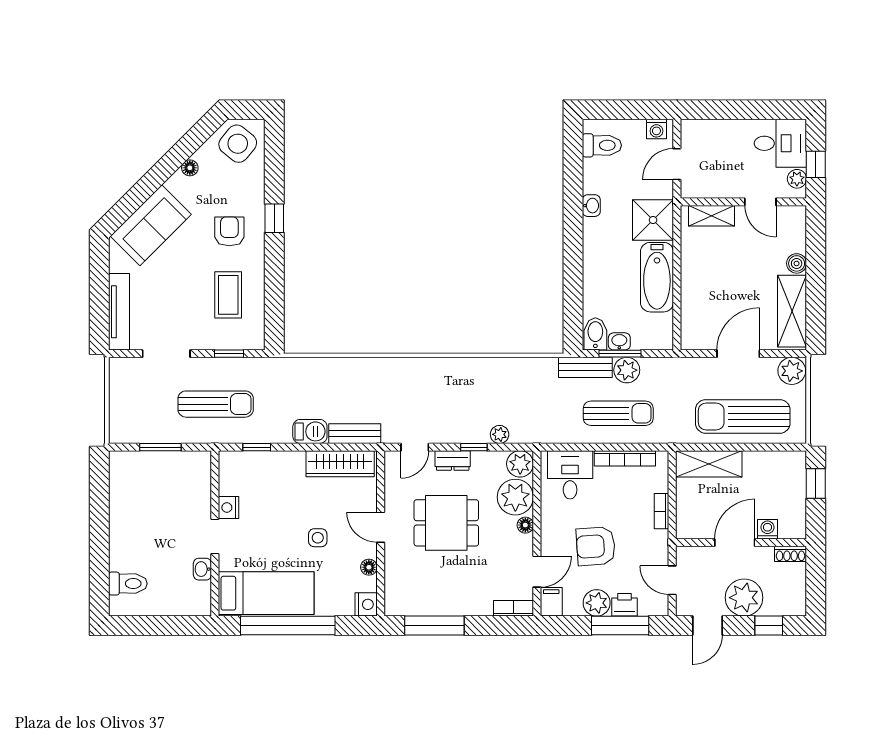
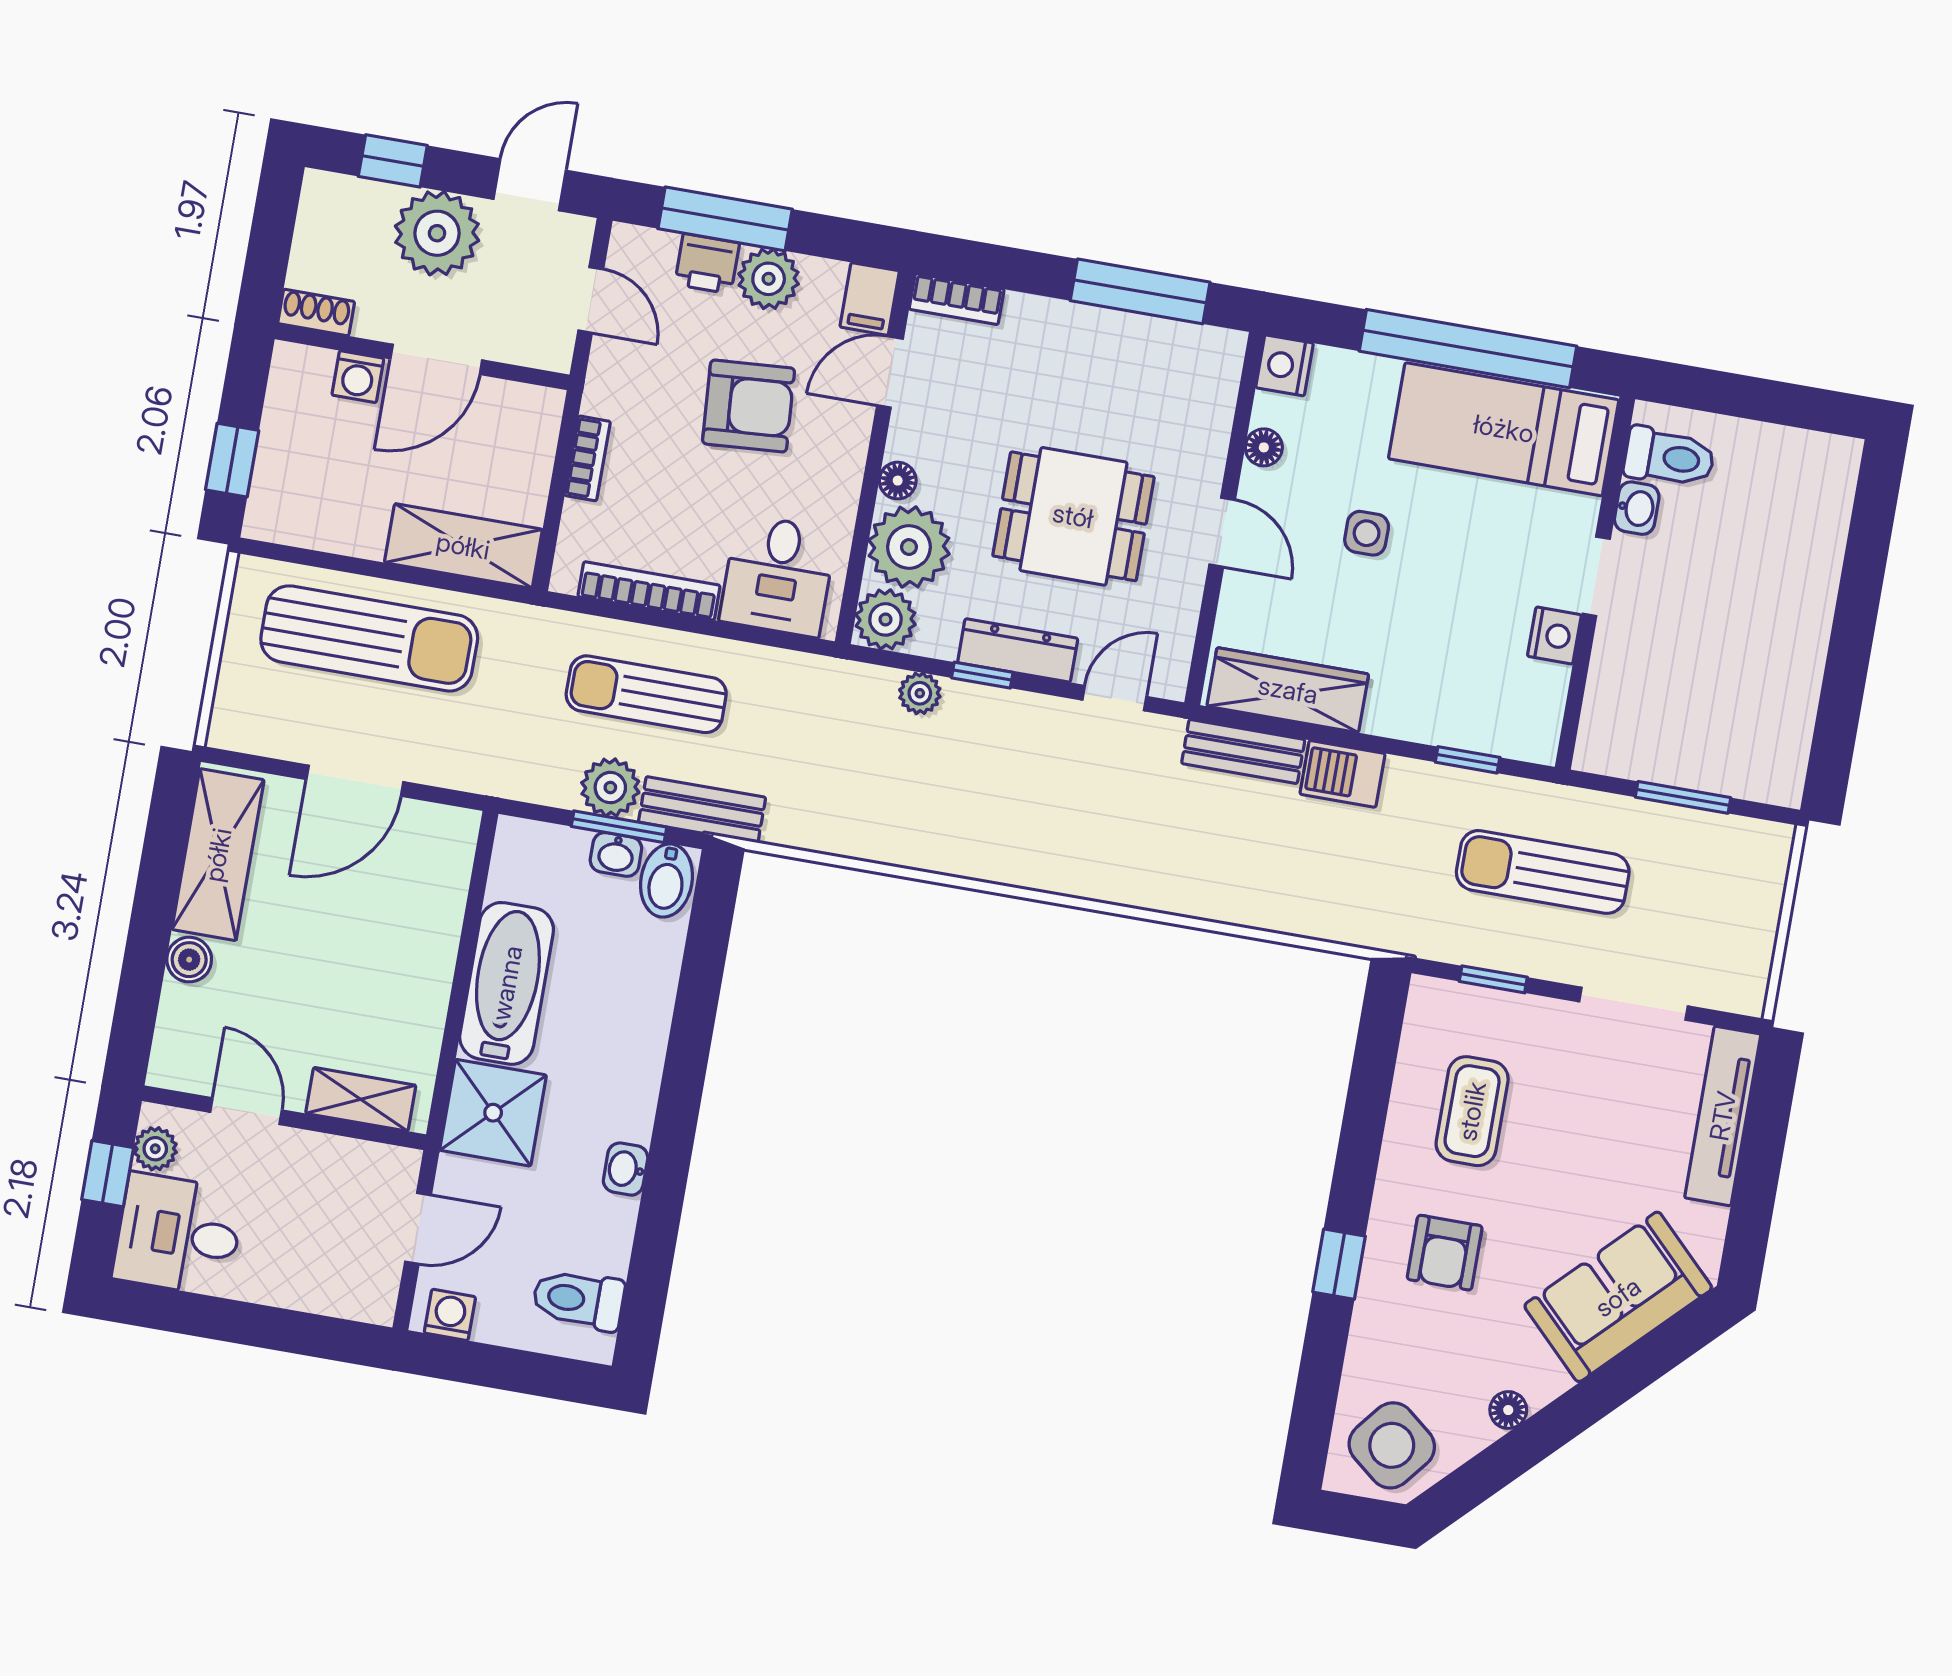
plant: (792, 371) -> (242, 721), removed
dresser: (453, 460) -> (1018, 650), width x1.44
toilet: (128, 584) -> (1669, 457), moved, turned 180

